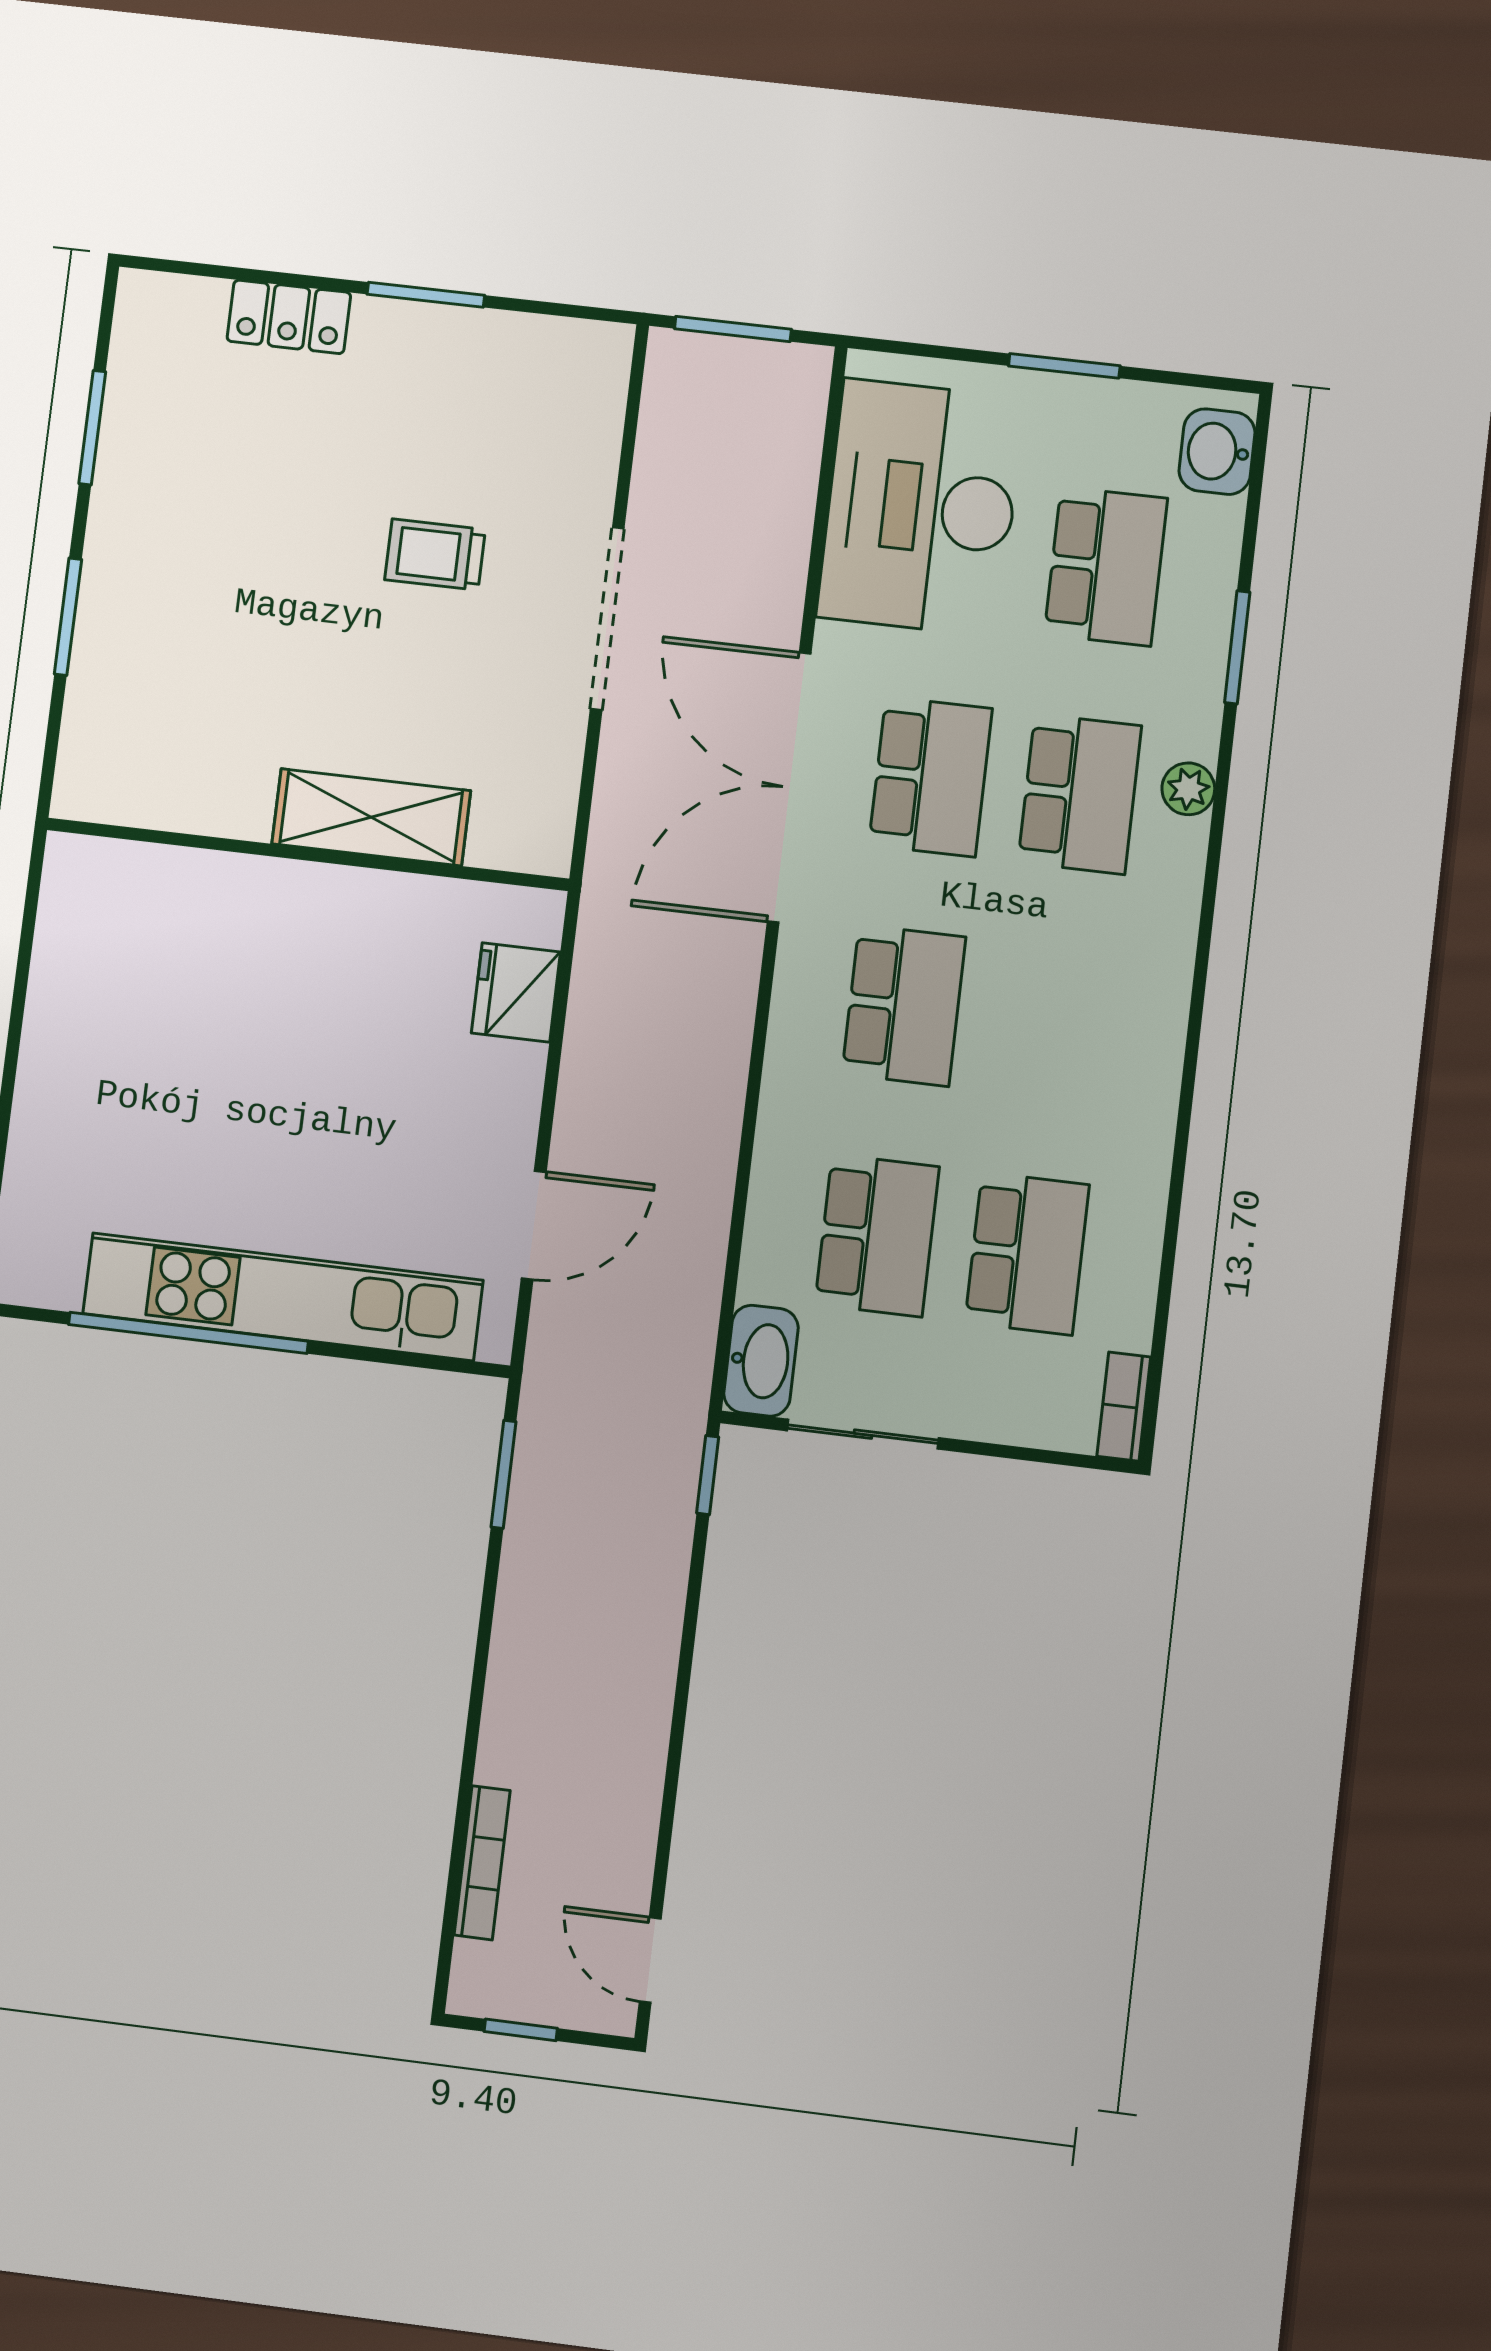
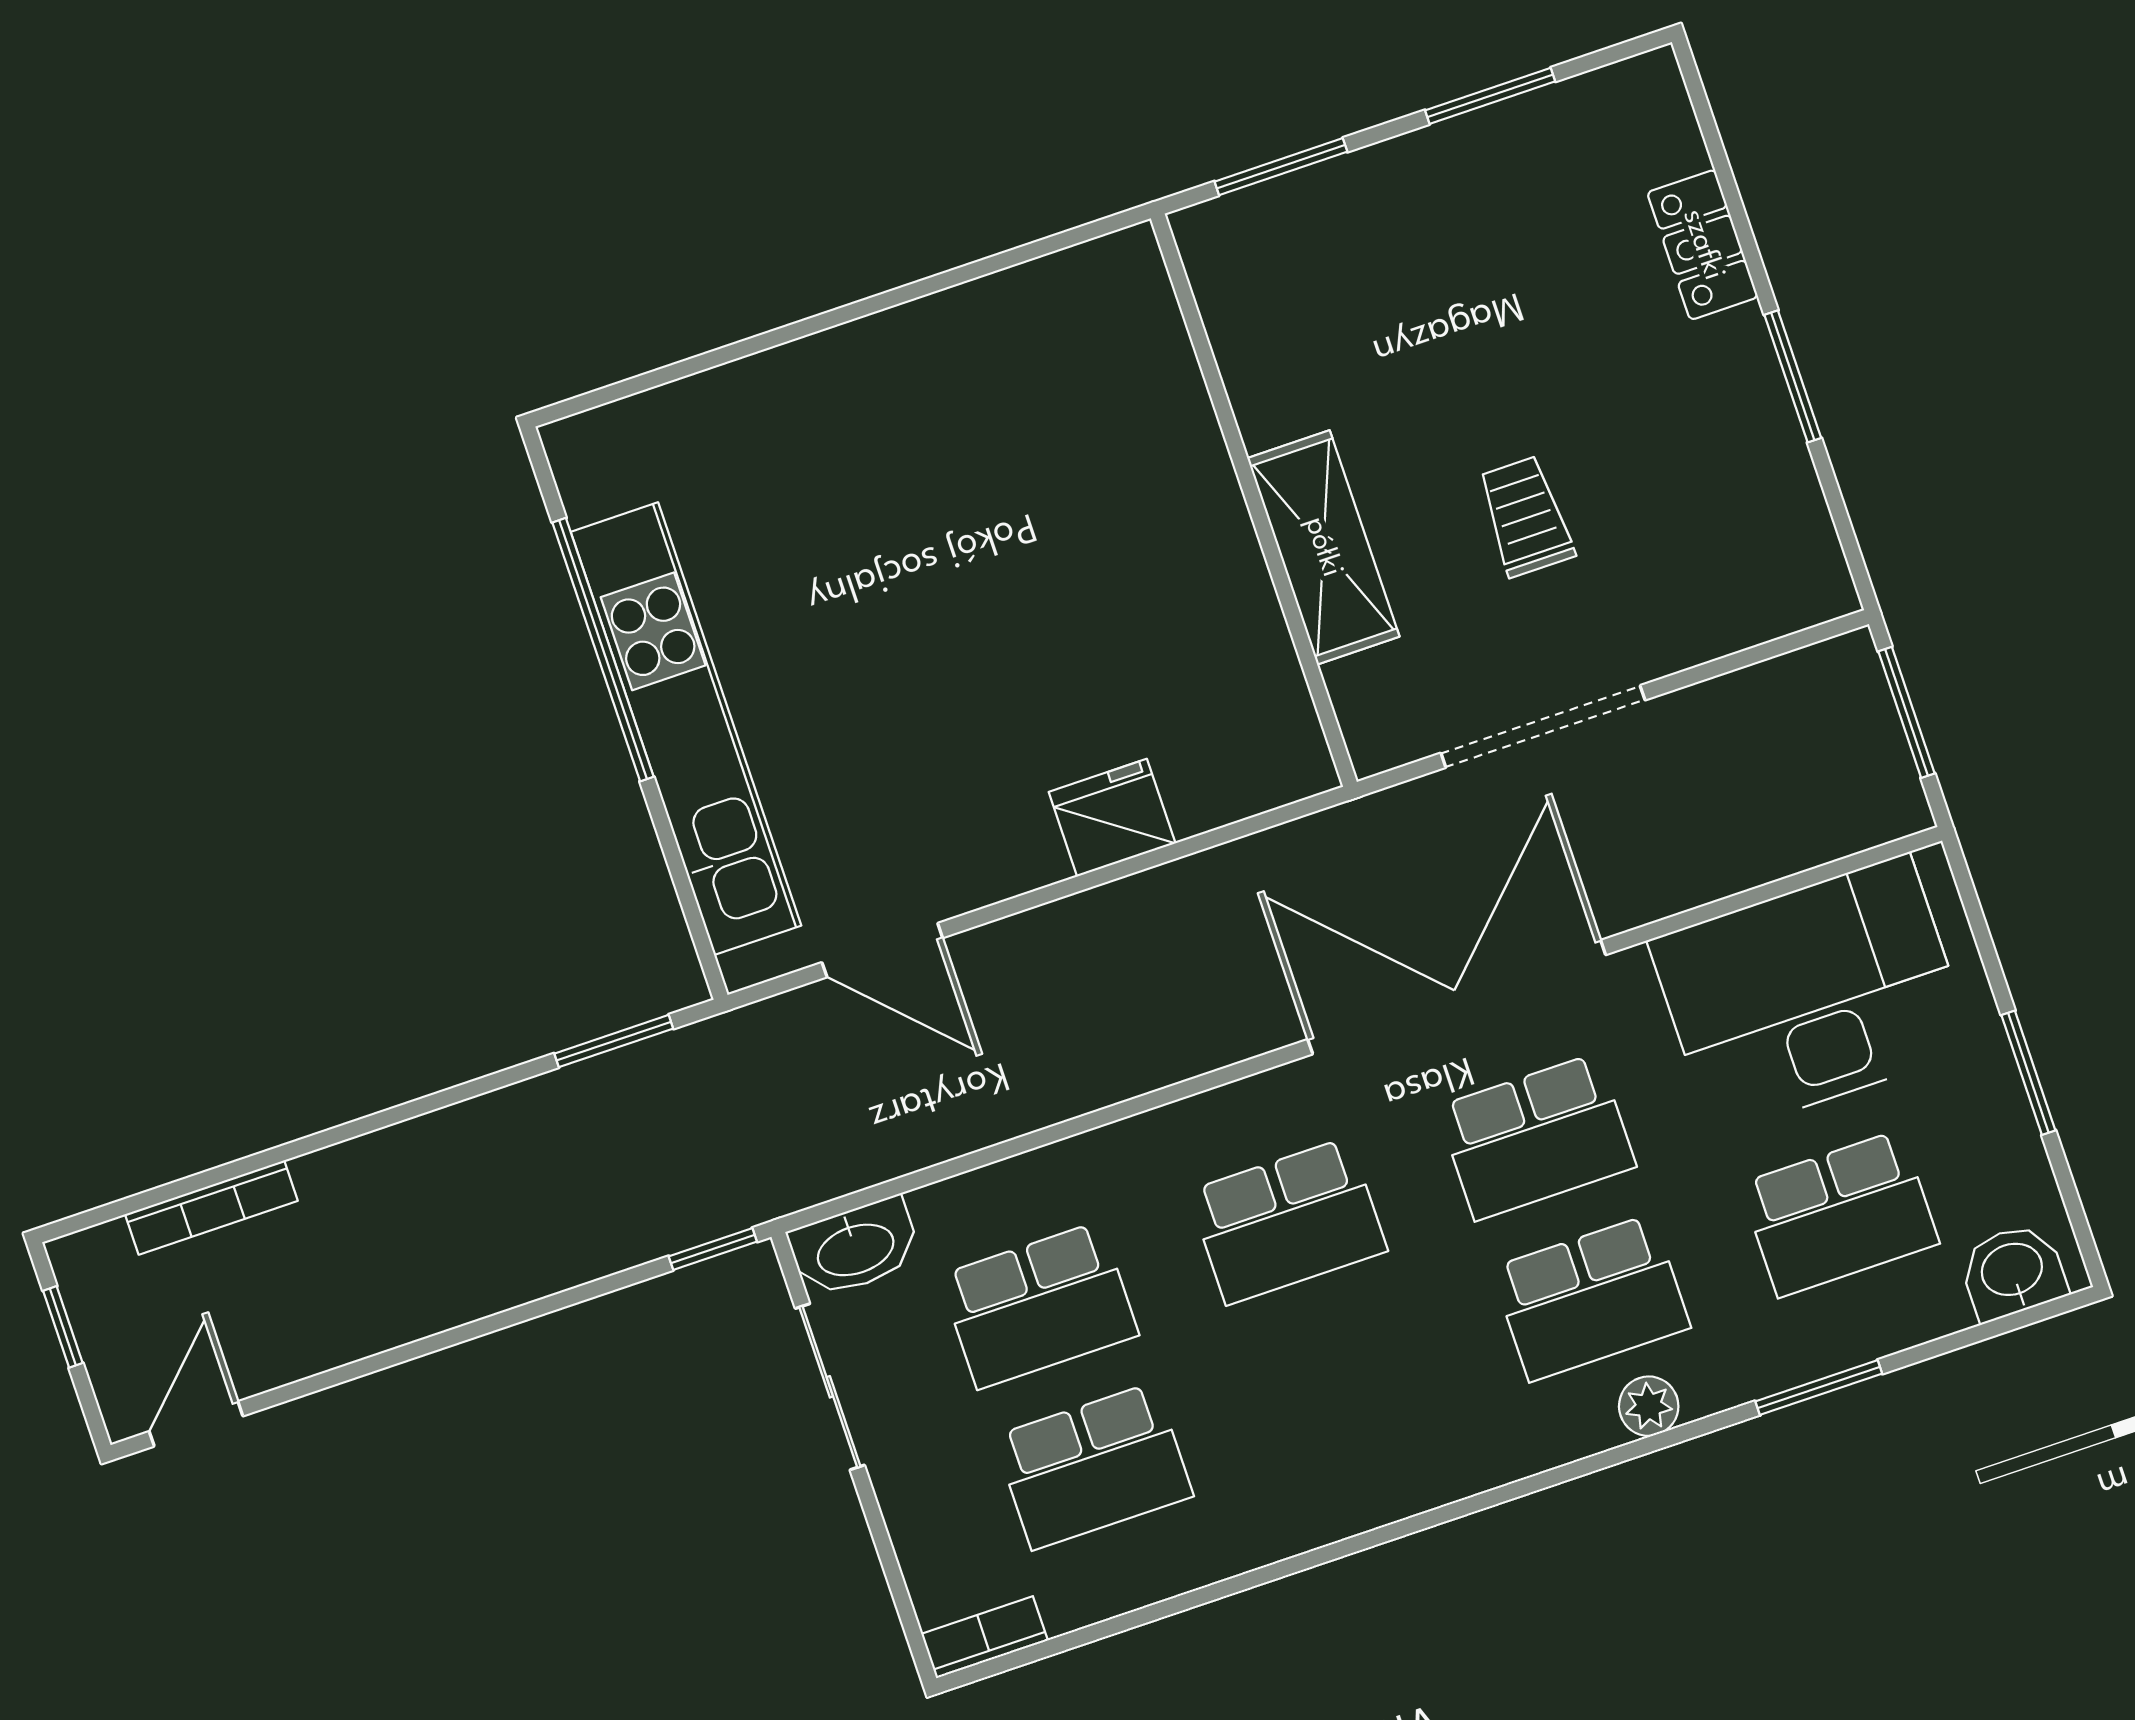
shelving: (371, 817) -> (1323, 547), moved
wall: (307, 854) -> (1254, 500), moved

